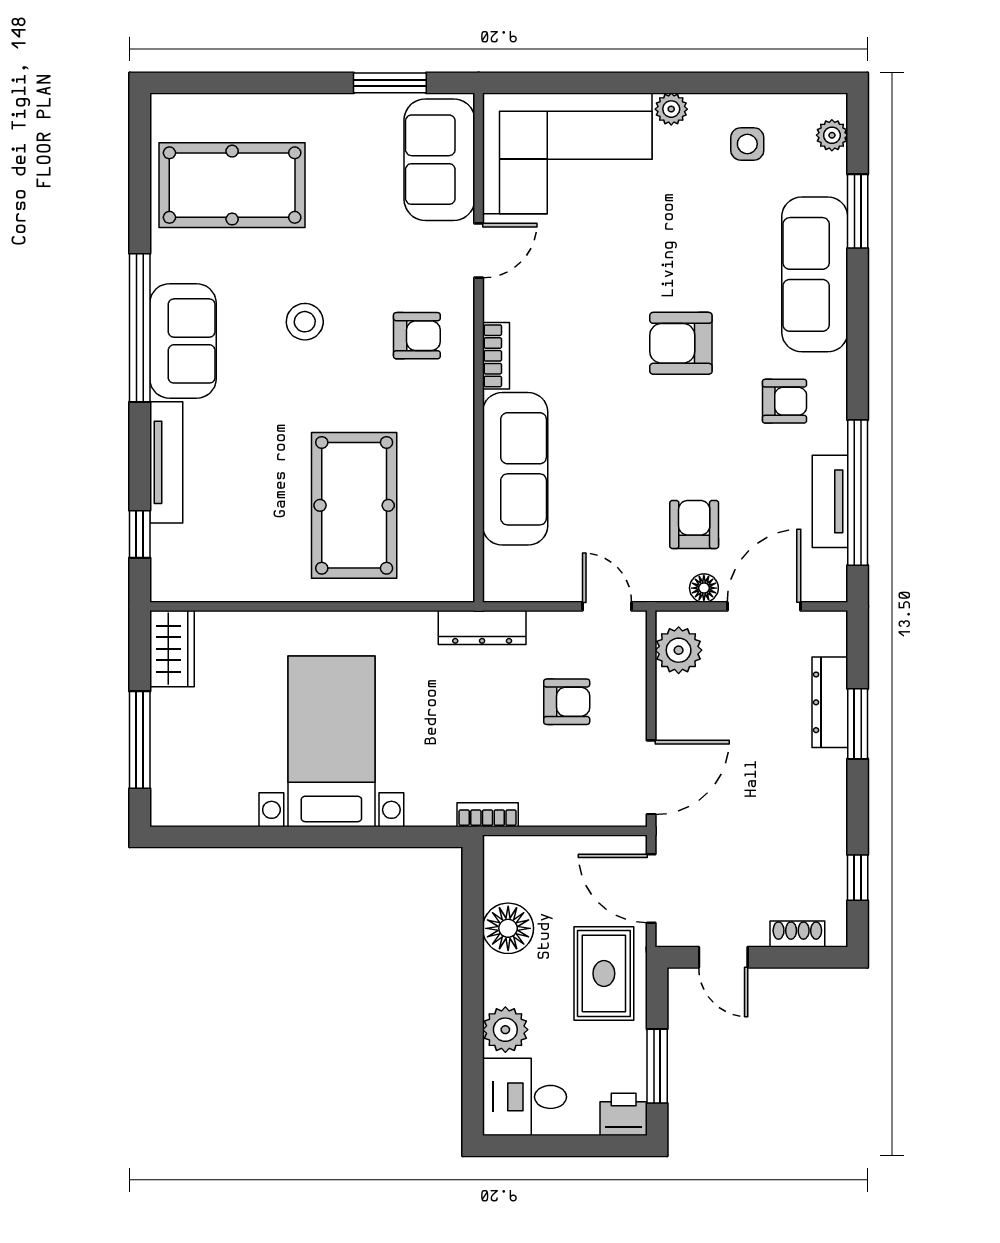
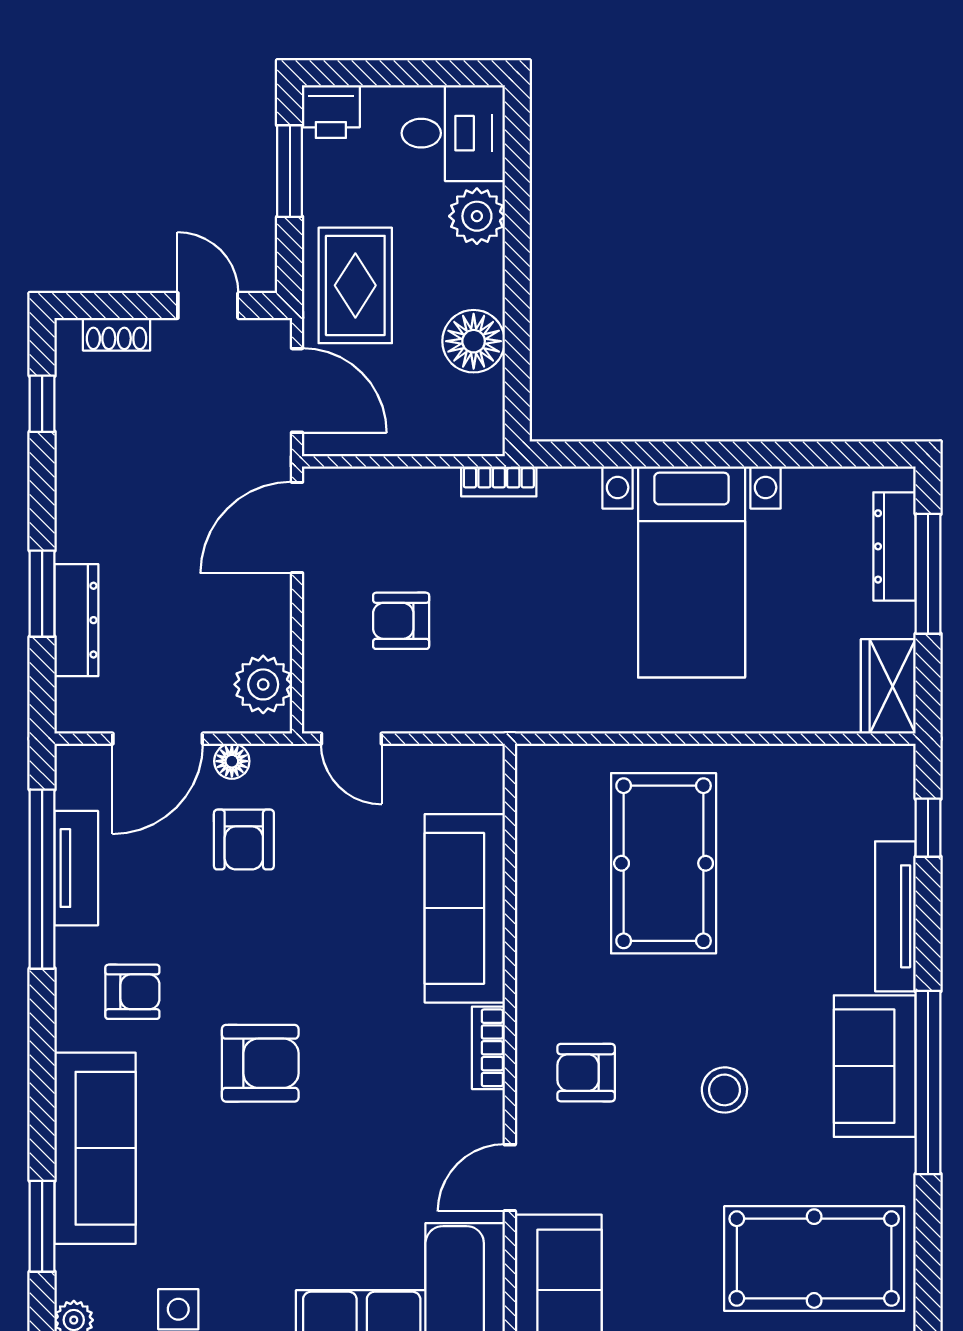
armchair: (784, 401) -> (132, 992), turned 180
dresser: (482, 627) -> (895, 546), moved, turned -90

